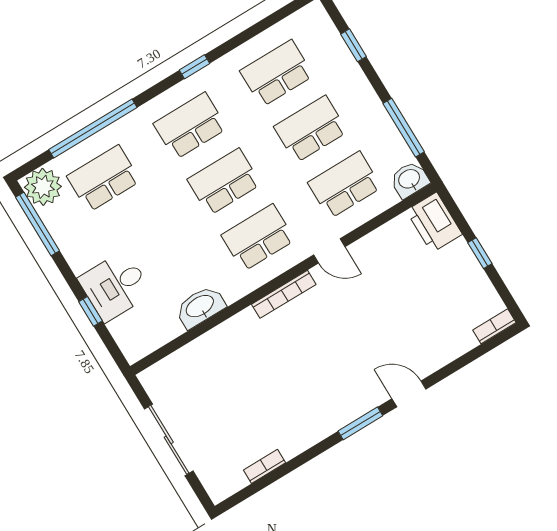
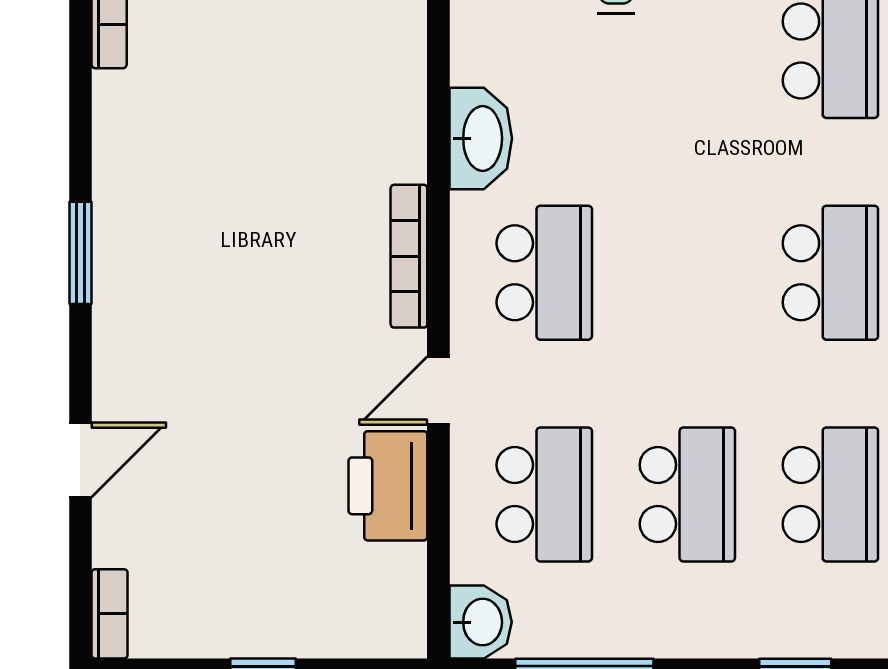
school desk: (224, 182) -> (687, 273), removed
printer: (434, 222) -> (388, 486), moved, turned -90
washbasin: (200, 307) -> (481, 138), moved
door: (409, 394) -> (80, 460), moved

